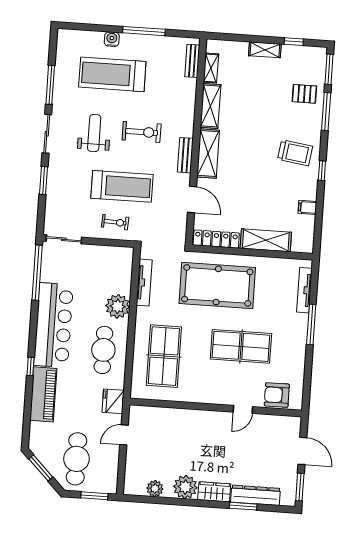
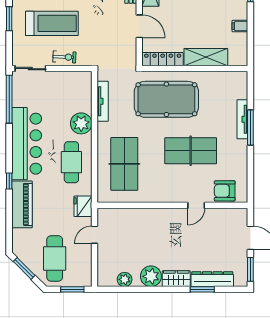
treadmill: (122, 186) -> (52, 23), moved
exercise bike: (115, 222) -> (64, 57), moved
tv unit: (304, 290) -> (242, 119), moved

